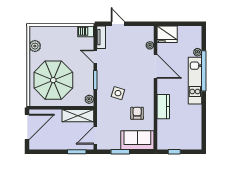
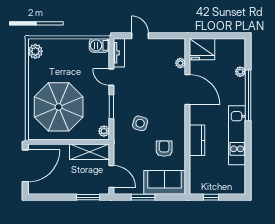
plant: (35, 46) -> (35, 51), moved
kitchen unit: (195, 81) -> (237, 135), moved
door: (95, 135) -> (111, 176), swing flipped

